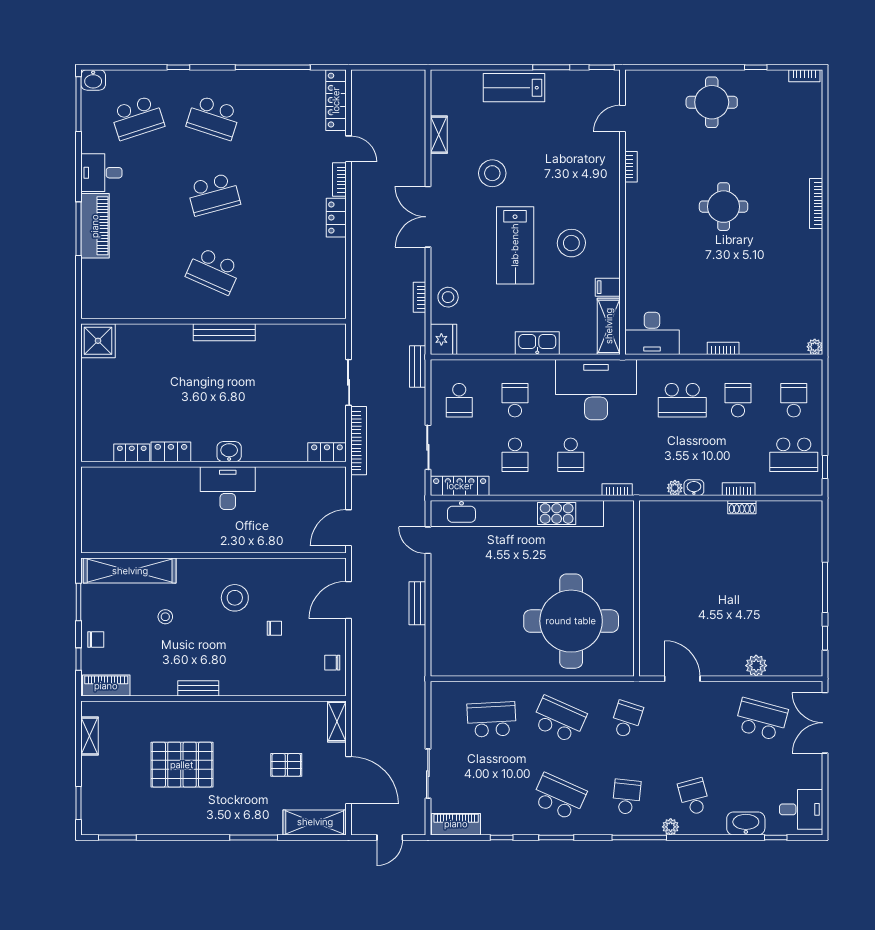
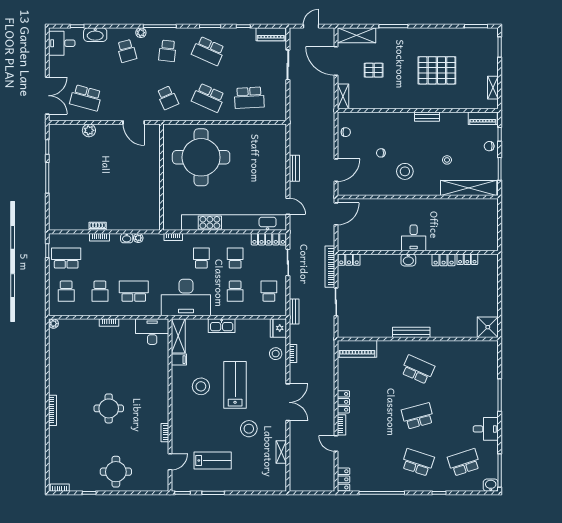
lab bench: (514, 88) -> (213, 460), moved
locker: (336, 100) -> (344, 479), width x0.66
piano: (95, 226) -> (357, 349), moved, turned -90
desk: (228, 488) -> (414, 238), width x0.73
school desk: (626, 719) -> (168, 98), turned -42

